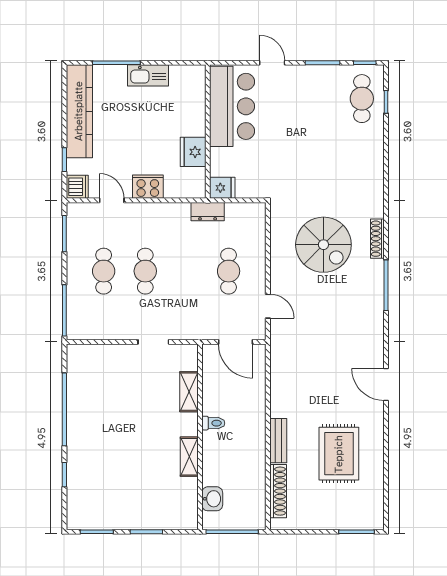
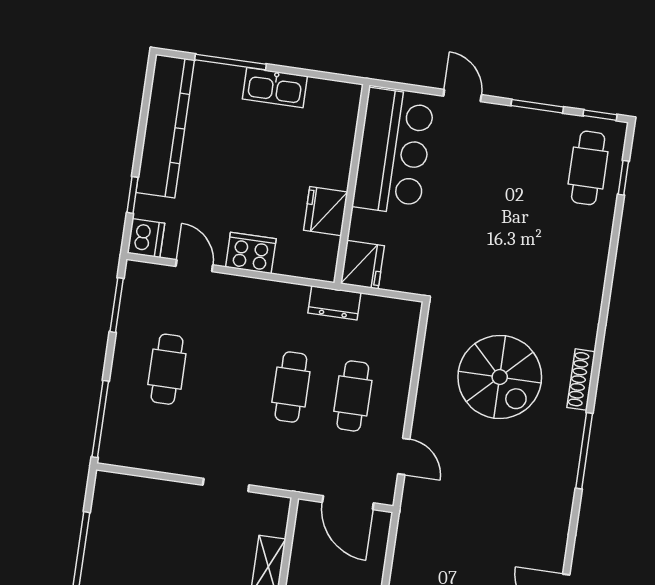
fridge: (222, 188) -> (362, 265), width x1.38
cafe table: (145, 271) -> (291, 387), moved

